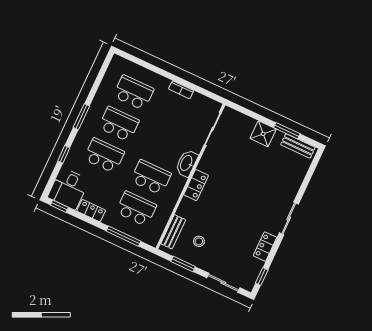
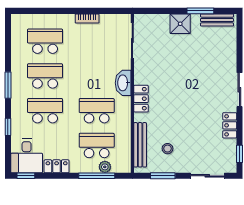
plant: (135, 232) -> (105, 167), added
bench: (173, 232) -> (140, 145), width x1.36

